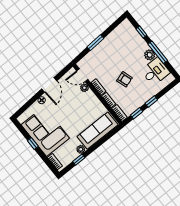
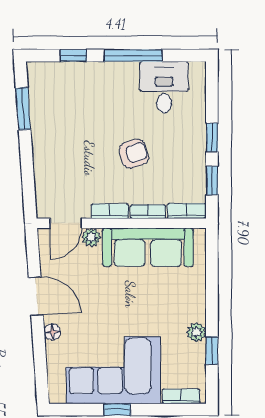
window: (95, 43) -> (23, 109), moved
plant: (150, 55) -> (126, 74), removed
sofa: (97, 131) -> (148, 247), moved, turned -90

